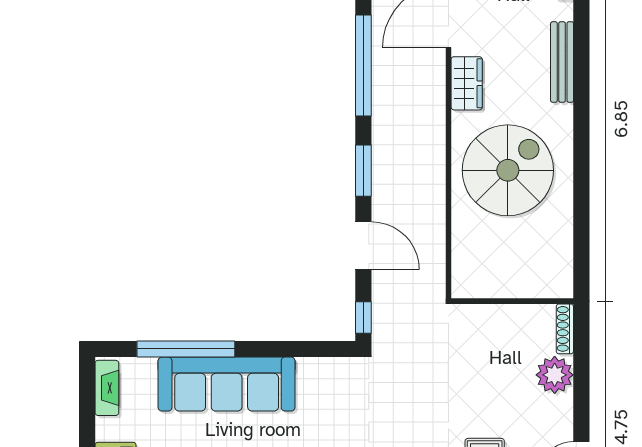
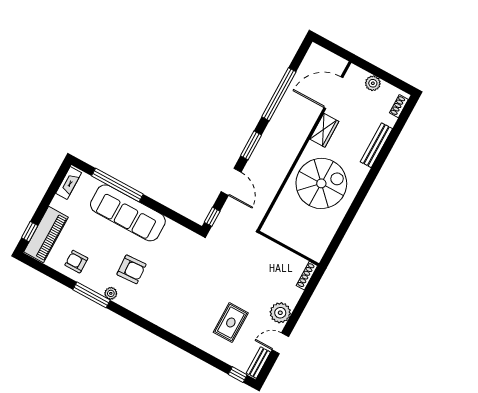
plant: (555, 375) -> (280, 313), moved

